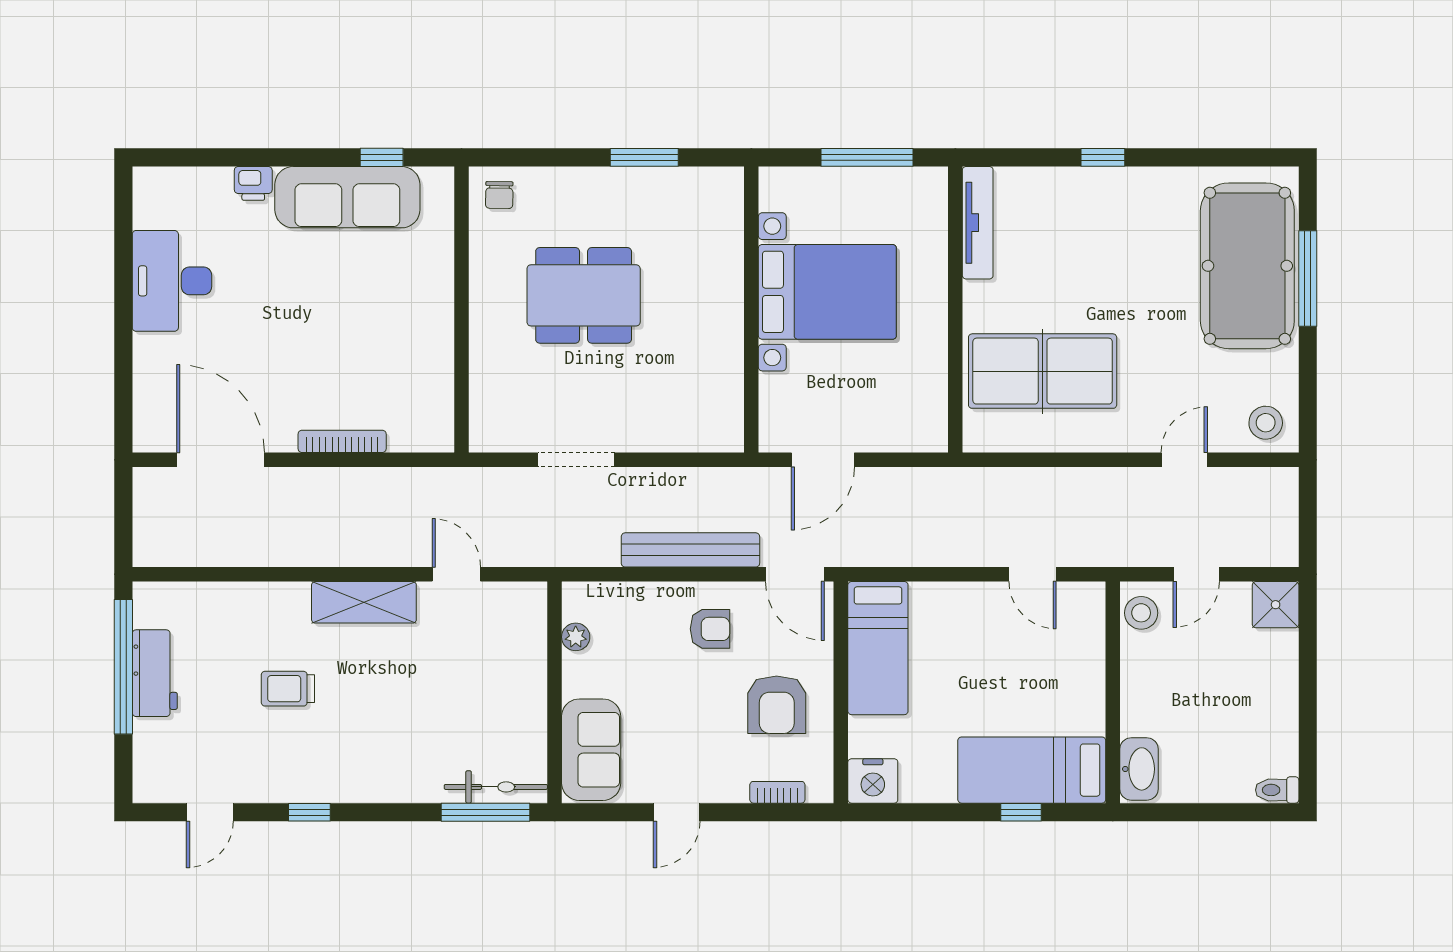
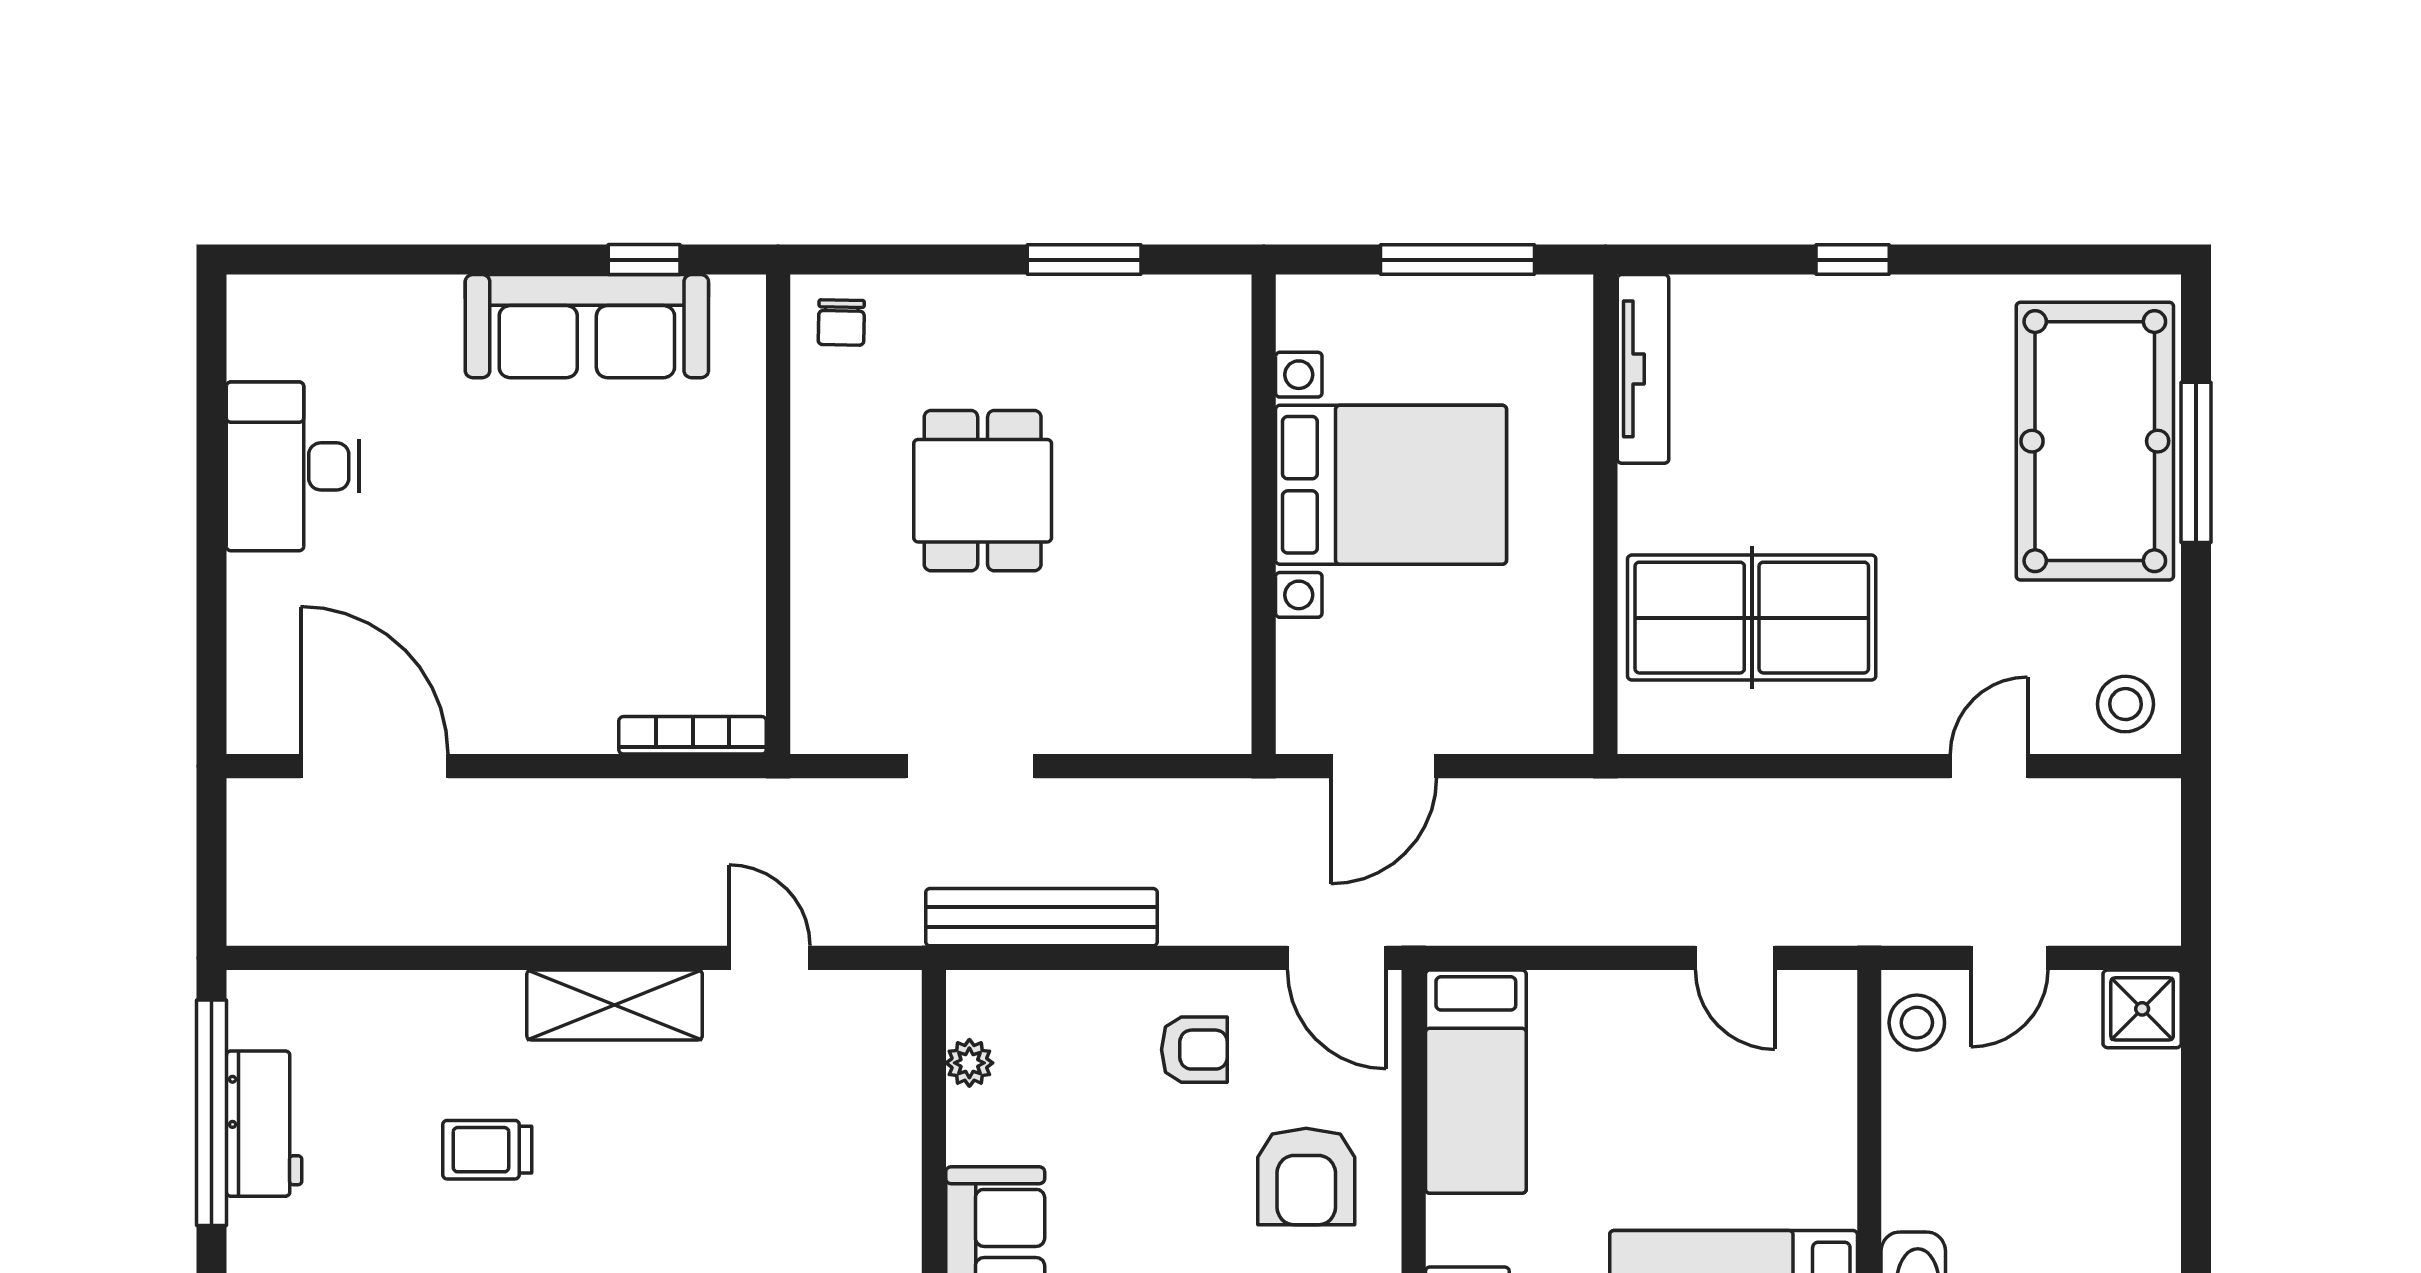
printer: (253, 183) -> (429, 303), removed
dining table: (584, 295) -> (983, 491), width x0.73
bookcase: (342, 441) -> (693, 735), moved
bench: (690, 550) -> (1042, 917), moved

